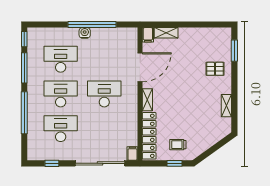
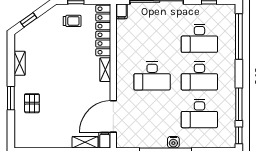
window: (234, 51) -> (11, 98), moved
door: (140, 67) -> (113, 116), moved
pallet: (215, 69) -> (32, 103), turned 90
window: (24, 113) -> (239, 37), moved
window: (218, 146) -> (28, 20), added

